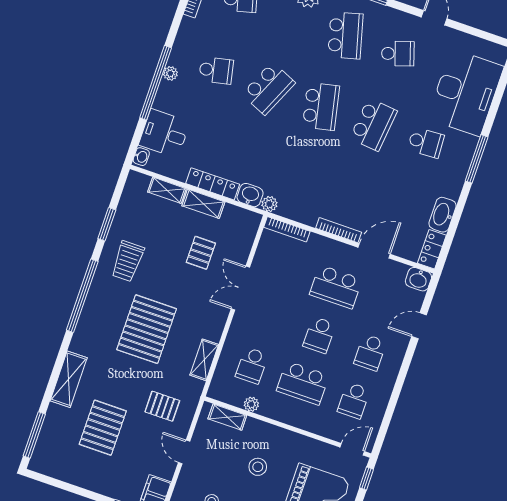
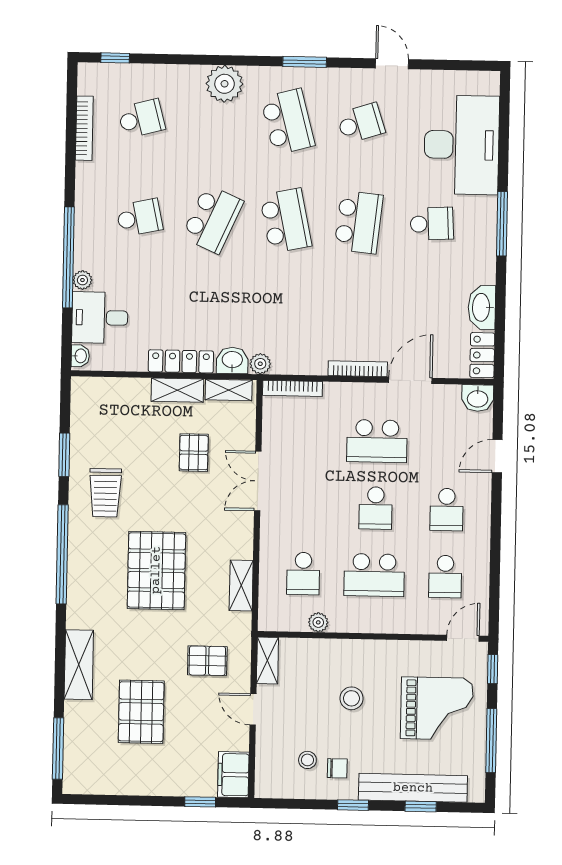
plant: (170, 73) -> (82, 280), moved
shelving: (167, 190) -> (229, 390), moved
shelving: (227, 417) -> (267, 661), moved, turned 90

